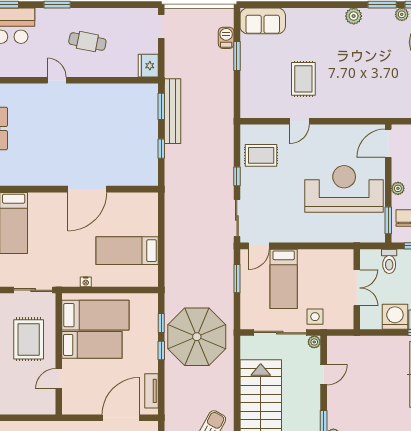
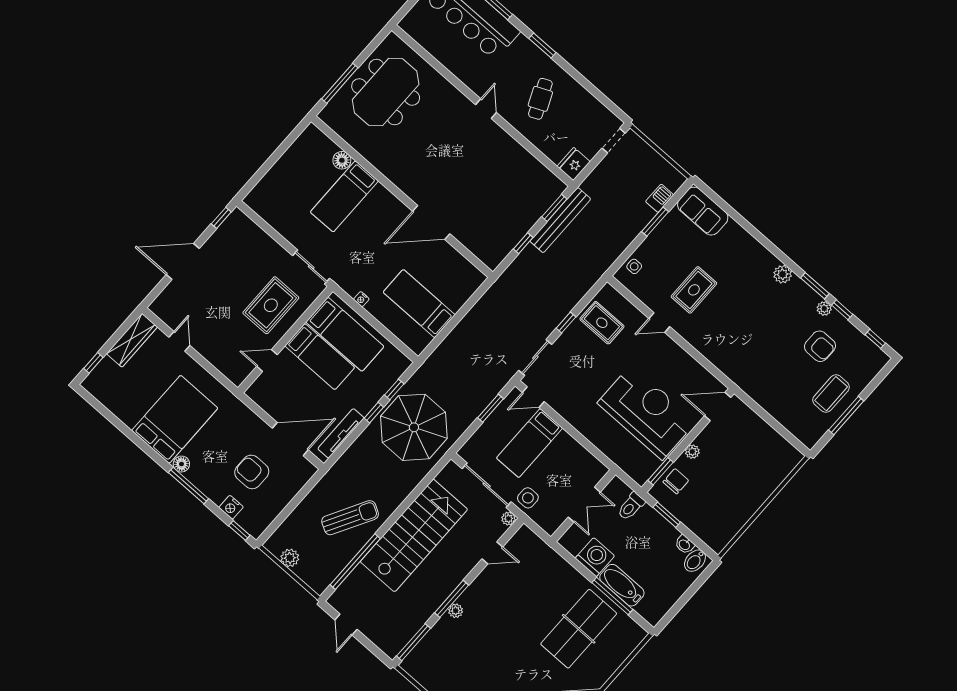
cafe table: (87, 42) -> (540, 99), turned 55
side table: (249, 98) -> (634, 266), added
tv unit: (151, 391) -> (341, 433), width x1.41

